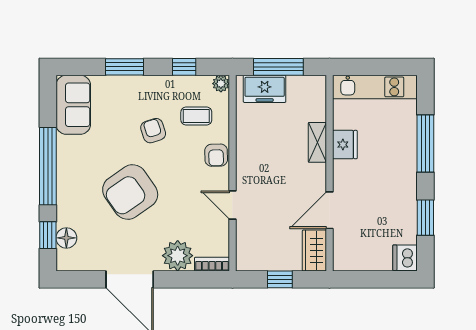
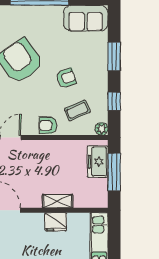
coffee table: (196, 116) -> (77, 110), turned 66

